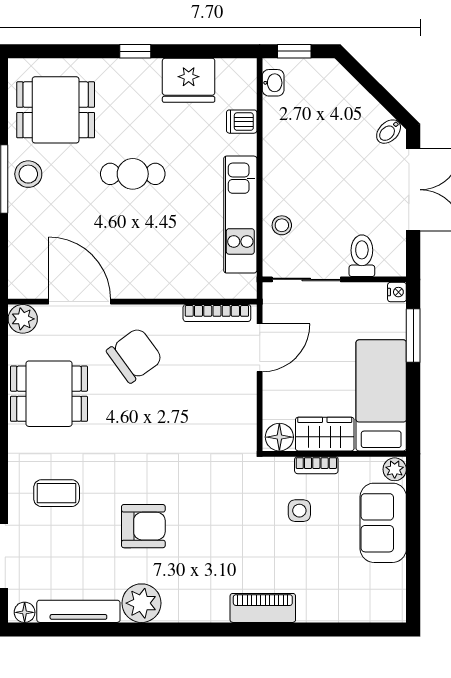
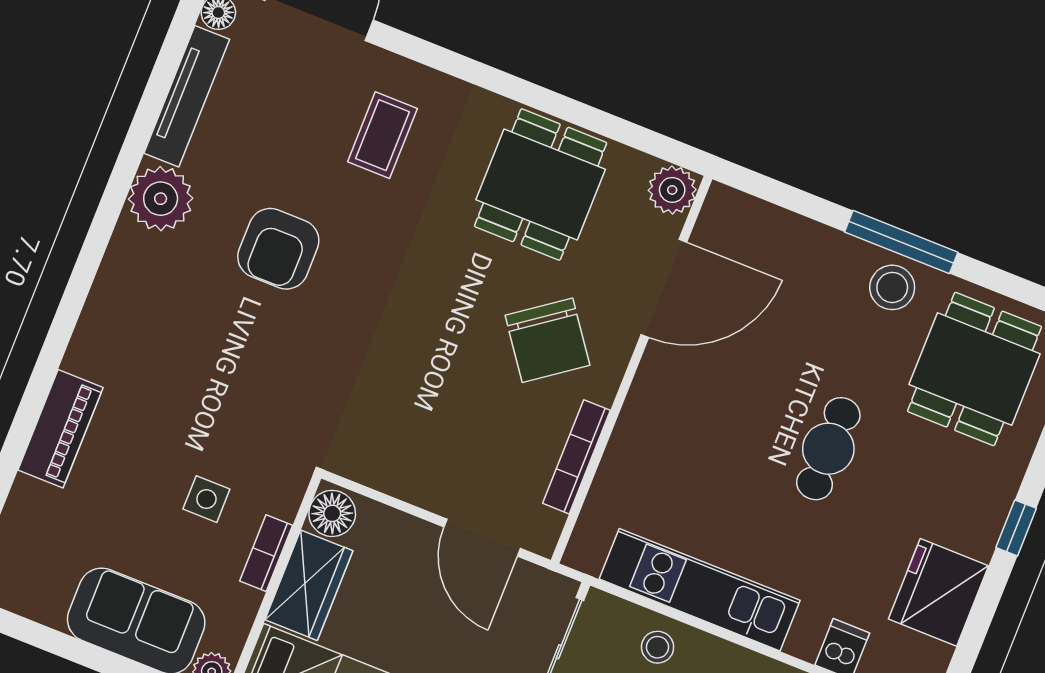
bookcase: (217, 313) -> (576, 457), moved
piano: (263, 608) -> (60, 429), moved

